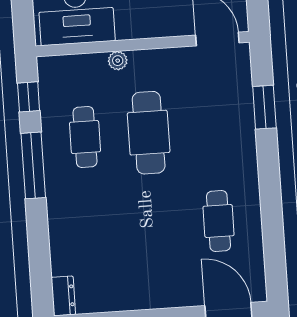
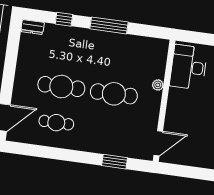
window: (29, 97) -> (64, 19), moved
cafe table: (85, 137) -> (61, 87), moved, width x1.37, depth x1.35

